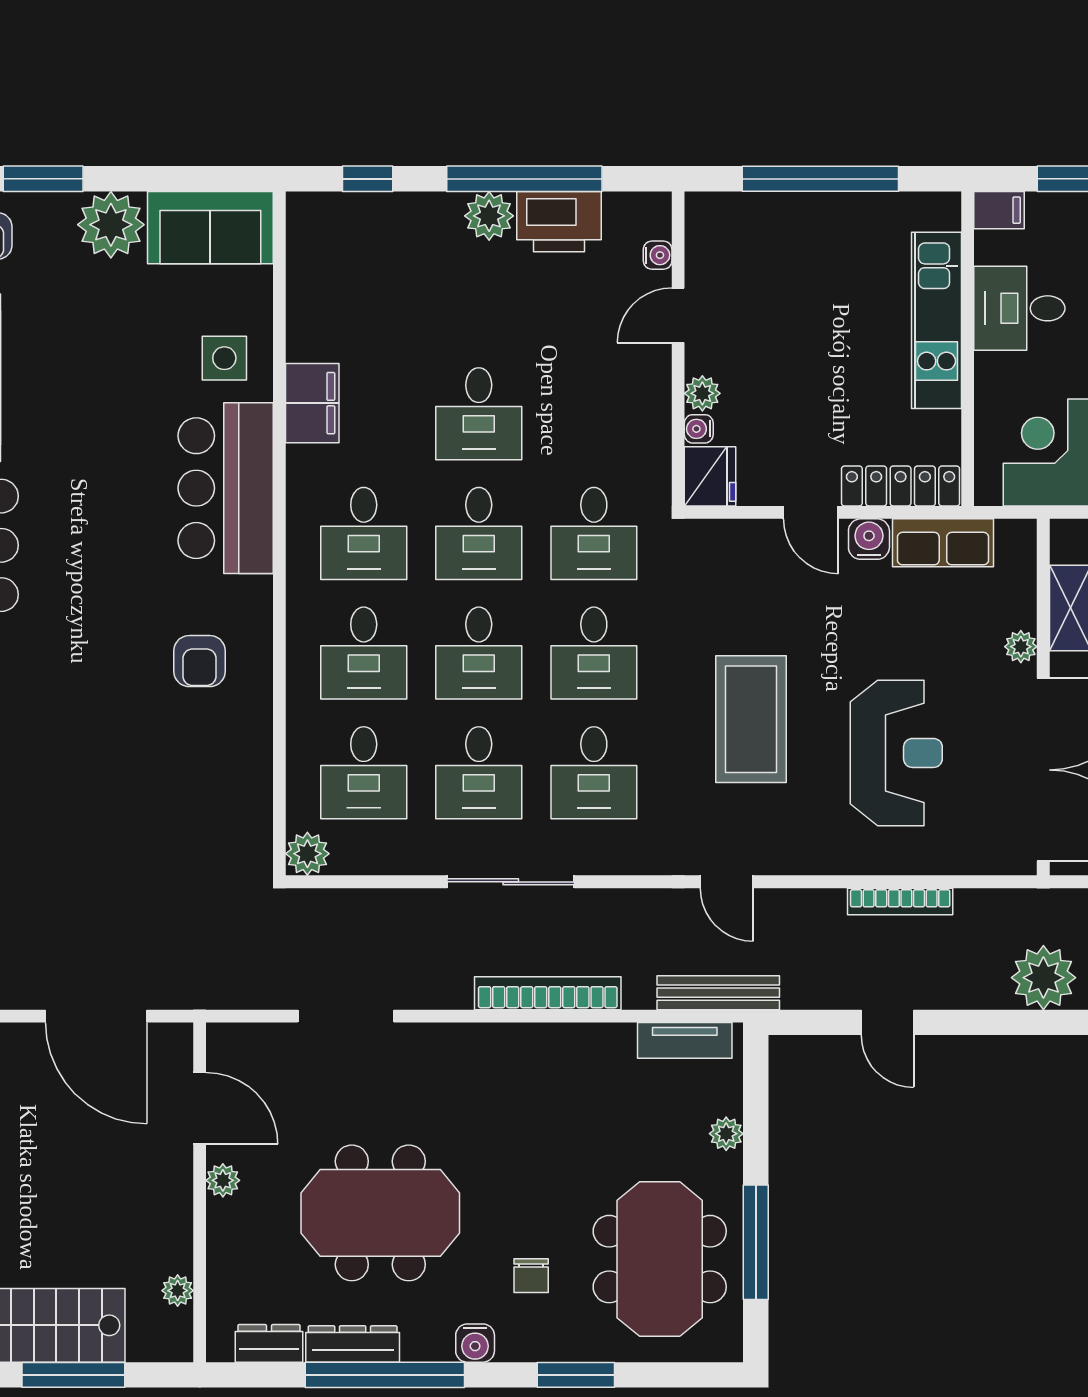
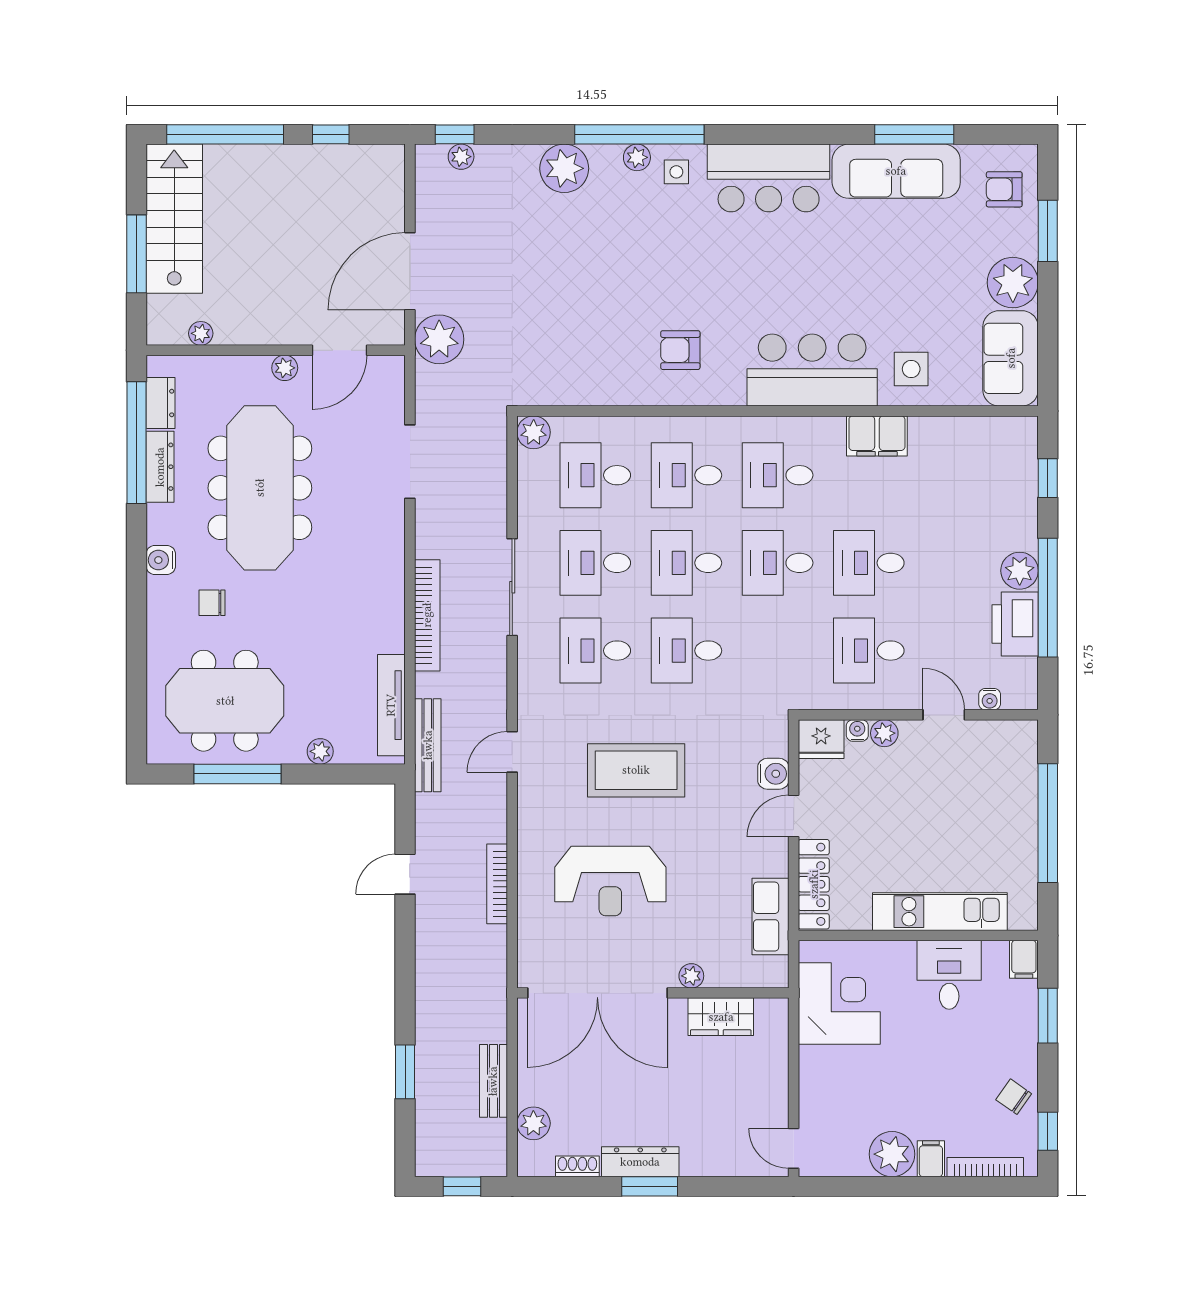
desk: (594, 533) -> (869, 651), moved
water cooler: (869, 539) -> (773, 774), moved
plant: (1043, 978) -> (439, 339), moved
tv unit: (685, 1040) -> (391, 705), width x1.41
meeting table: (380, 1213) -> (260, 488), width x1.36
window: (385, 1375) -> (136, 443), moved
window: (576, 1375) -> (136, 637), removed

